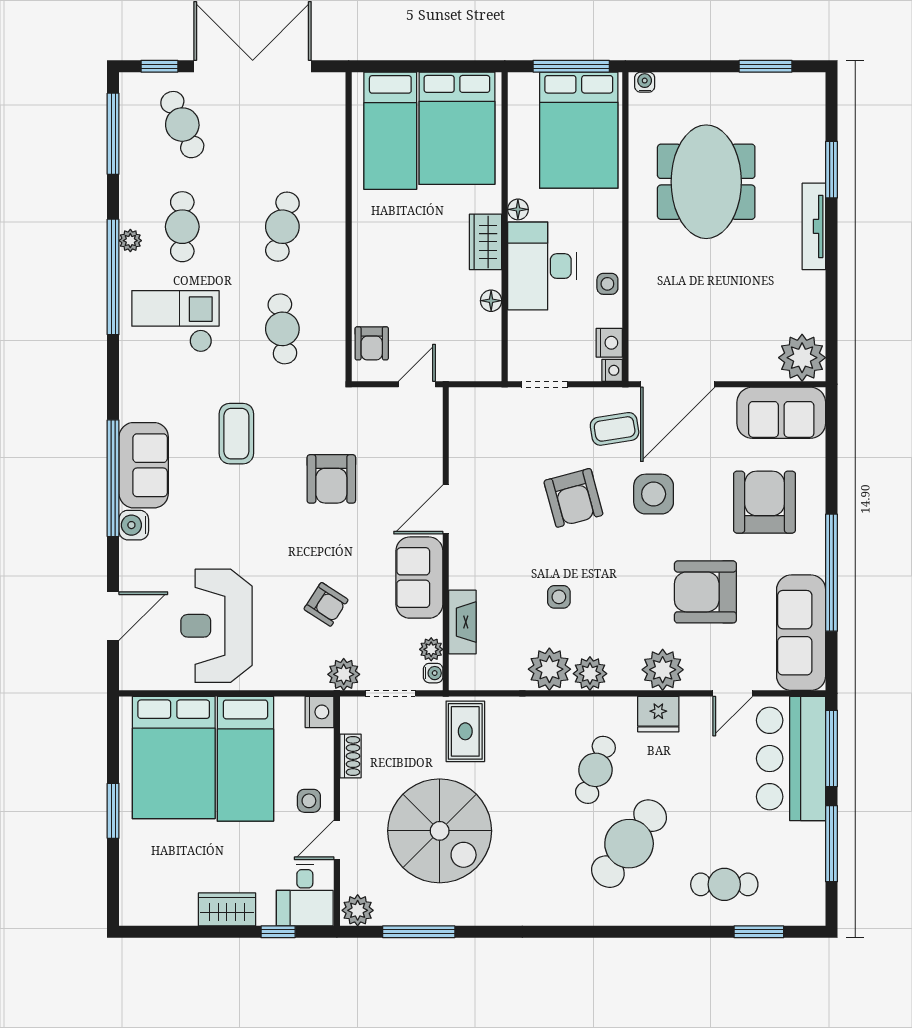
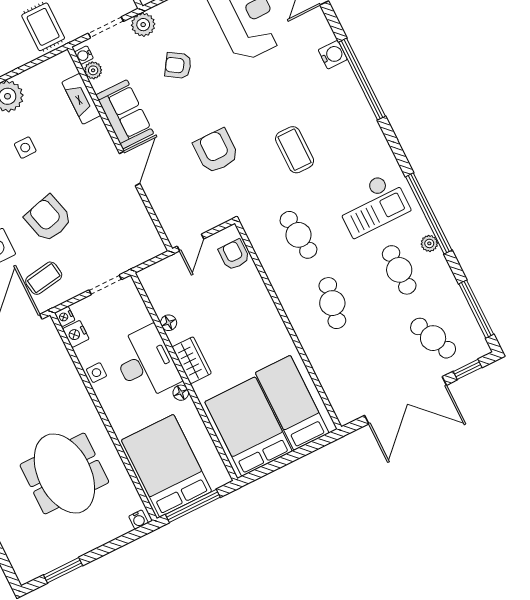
sofa: (144, 465) -> (346, 98), removed

